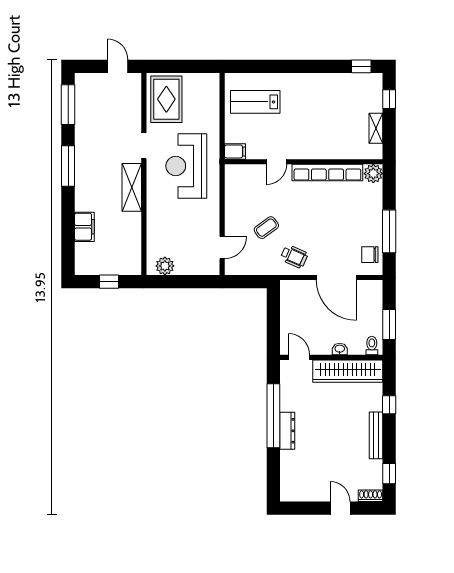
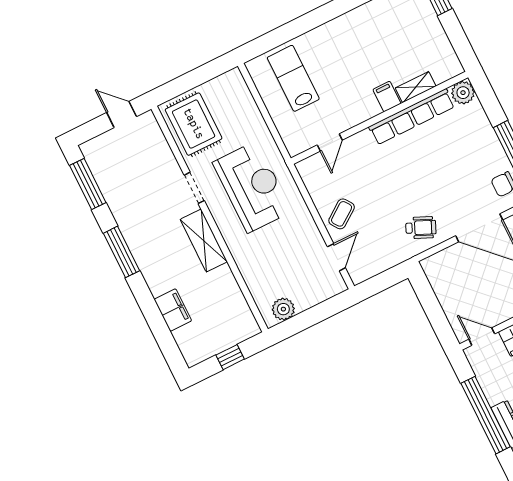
lab bench: (255, 102) -> (293, 78), turned 90
shelving: (376, 128) -> (416, 87), moved, turned 90
filing cabinet: (235, 151) -> (387, 97), moved, turned -90
door: (277, 162) -> (330, 143), moved
reception desk: (186, 166) -> (252, 187), turned 180
coffee table: (266, 228) -> (342, 214), moved

